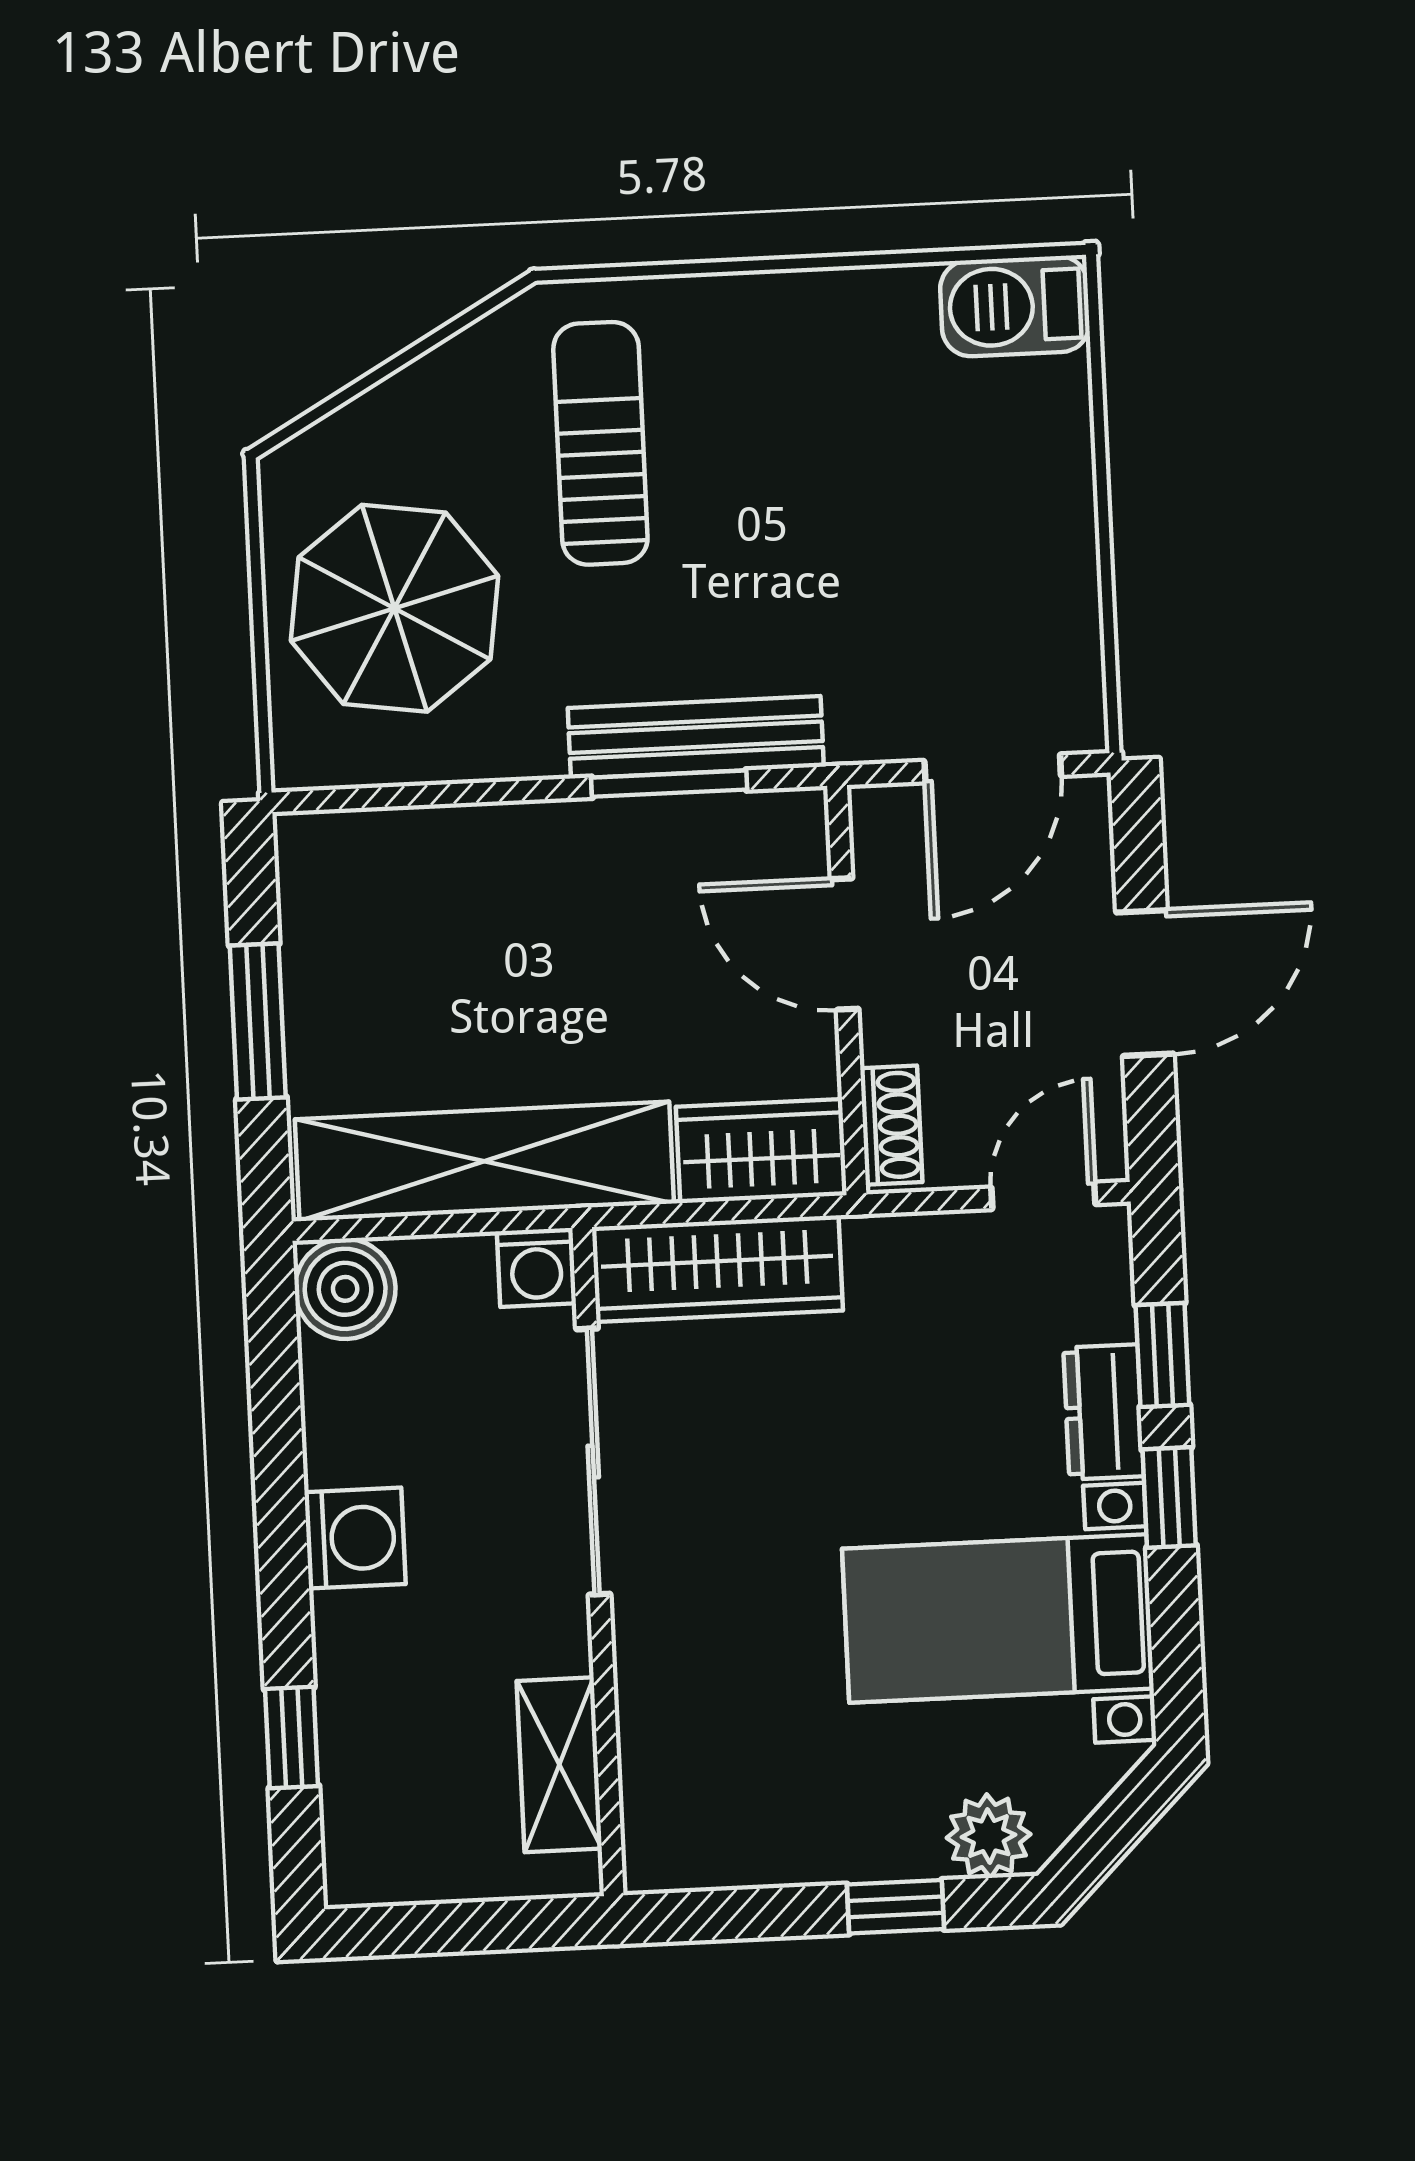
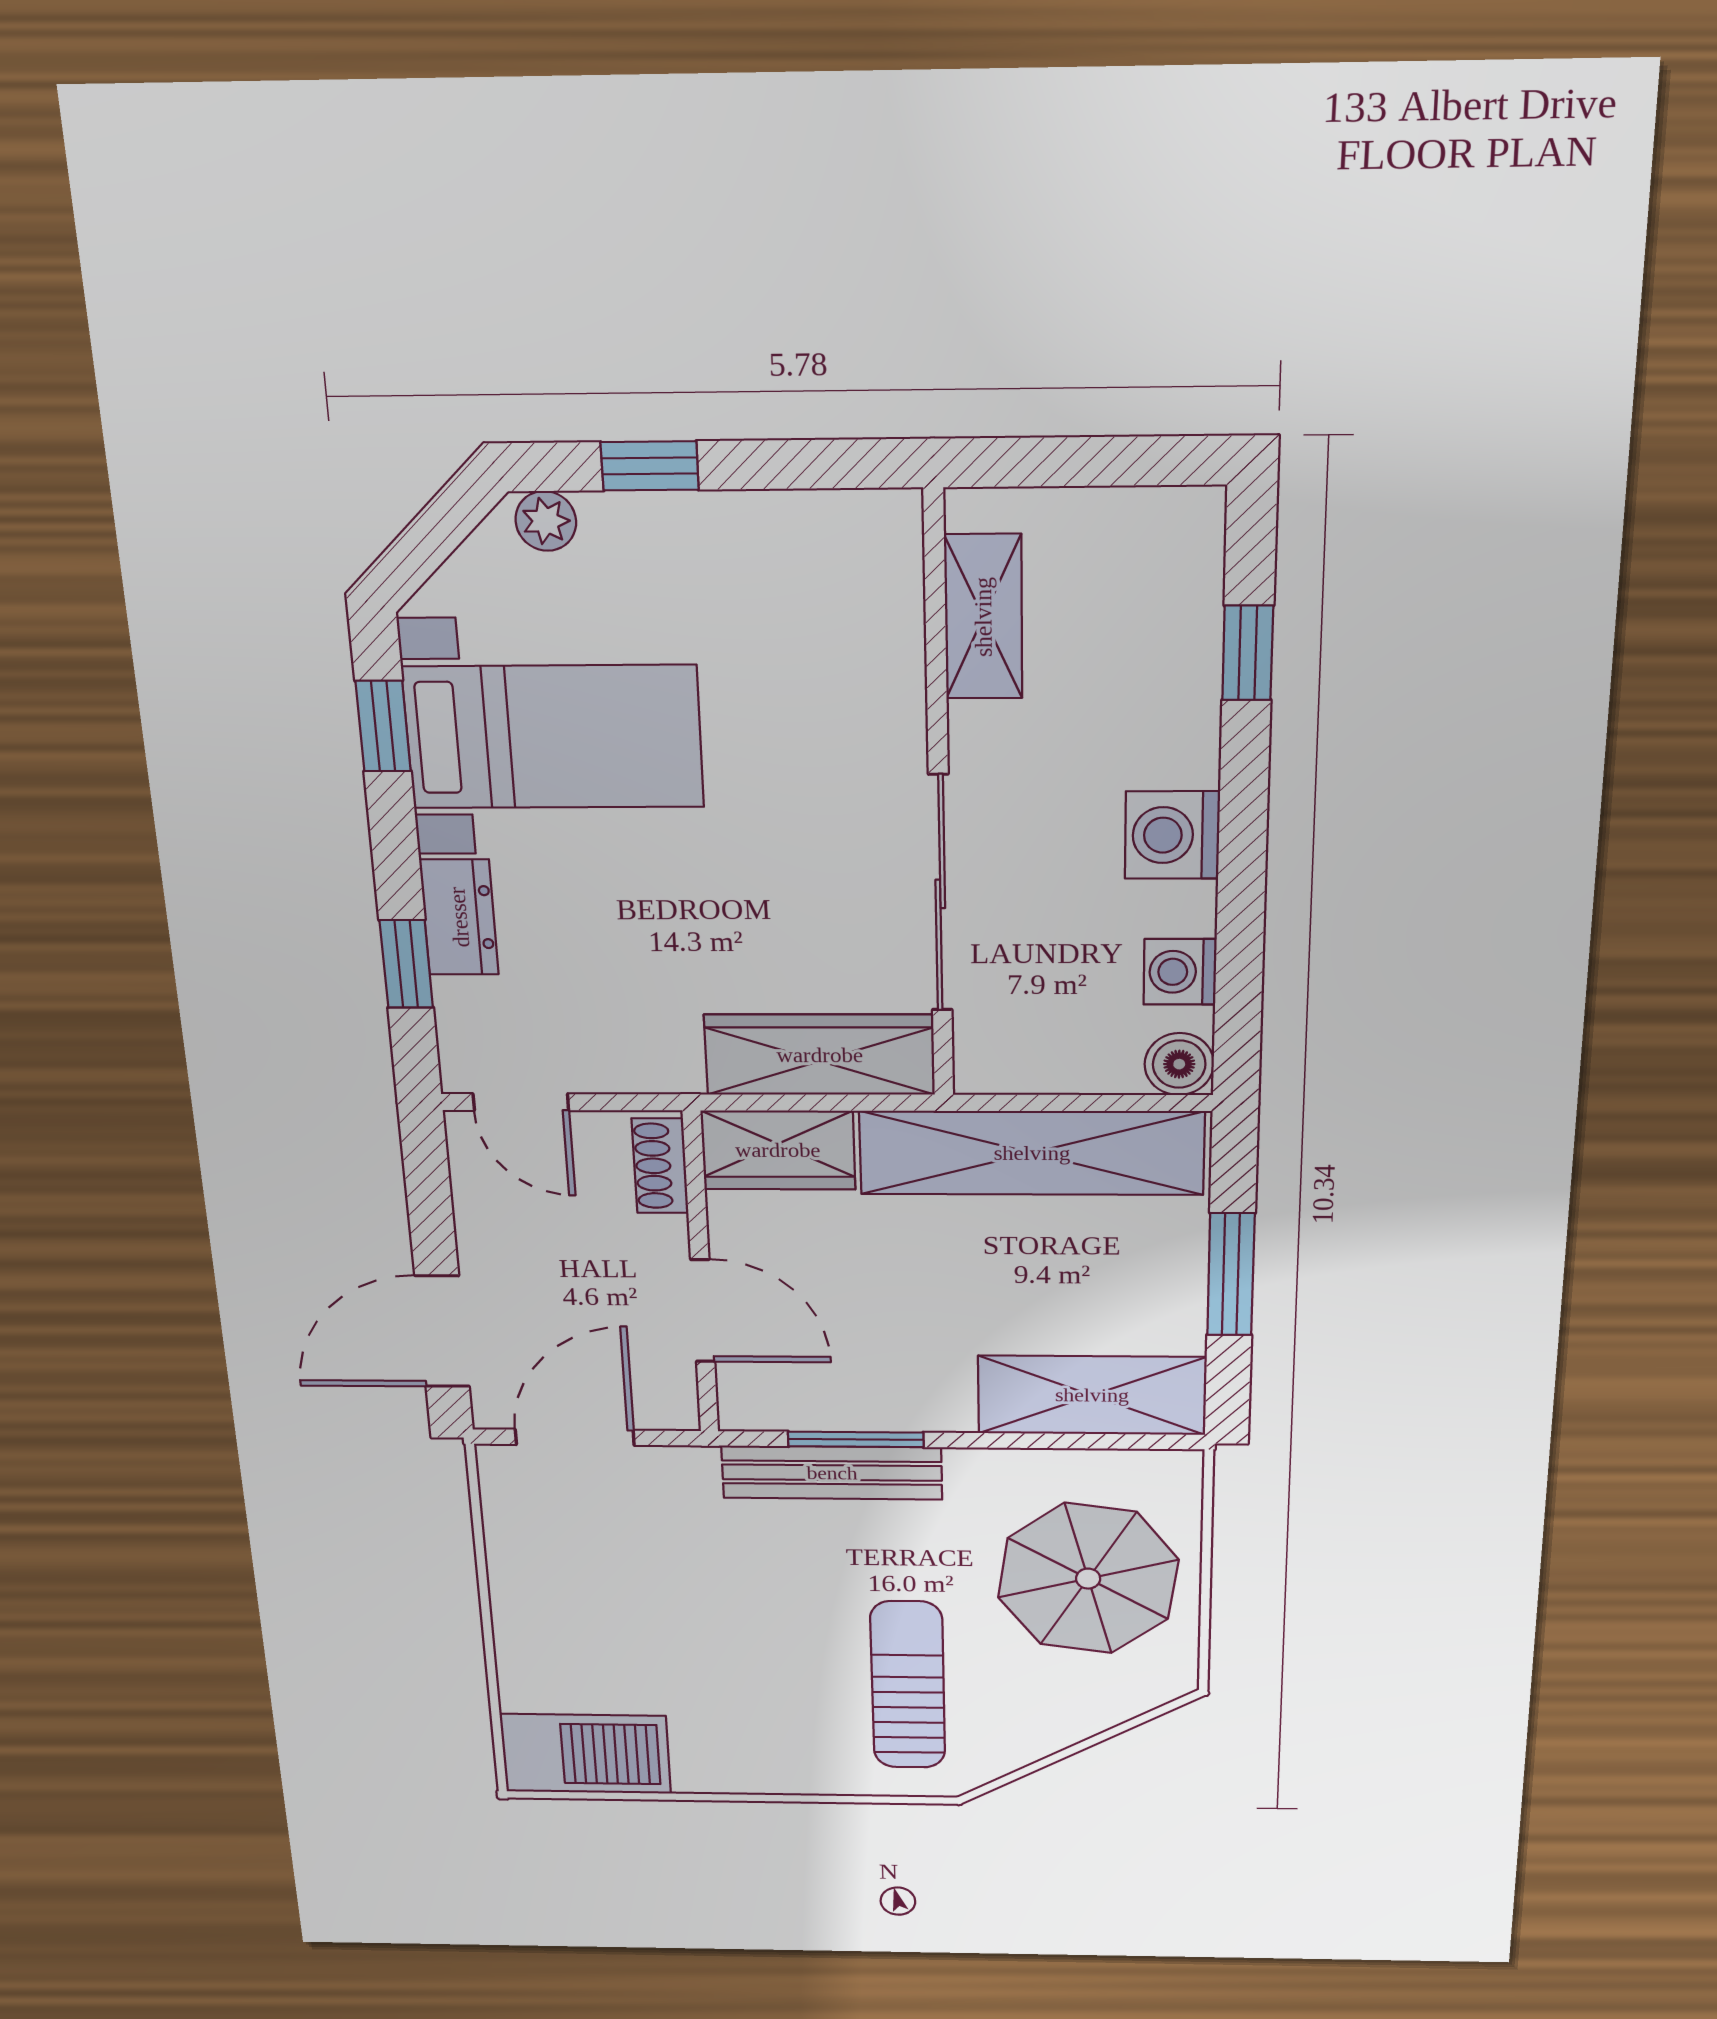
barbecue: (1015, 306) -> (586, 1754), width x1.37, depth x1.21
sun lounger: (600, 443) -> (908, 1685), turned 180
shelving: (403, 857) -> (1092, 1395), added
door: (1145, 983) -> (442, 1331), moved
door: (1043, 1196) -> (521, 1102), hinge flipped
washing machine: (536, 1267) -> (1180, 972), moved, turned -90
boiler: (345, 1289) -> (1179, 1064), width x0.73, depth x0.73
window: (1169, 1497) -> (383, 726), moved
plant: (989, 1836) -> (546, 521), width x0.73, depth x0.73

